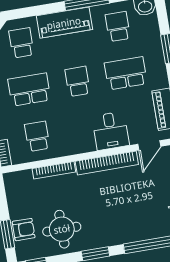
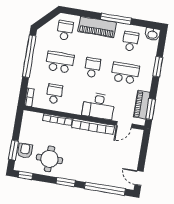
desk: (111, 131) -> (99, 106), width x1.37
armchair: (24, 230) -> (25, 151), turned -90

